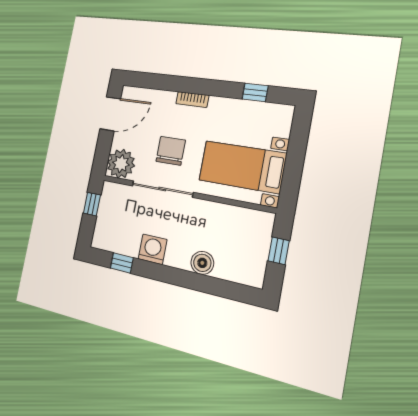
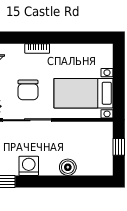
window: (255, 93) -> (83, 38), removed
chair: (171, 151) -> (28, 90), turned 180

